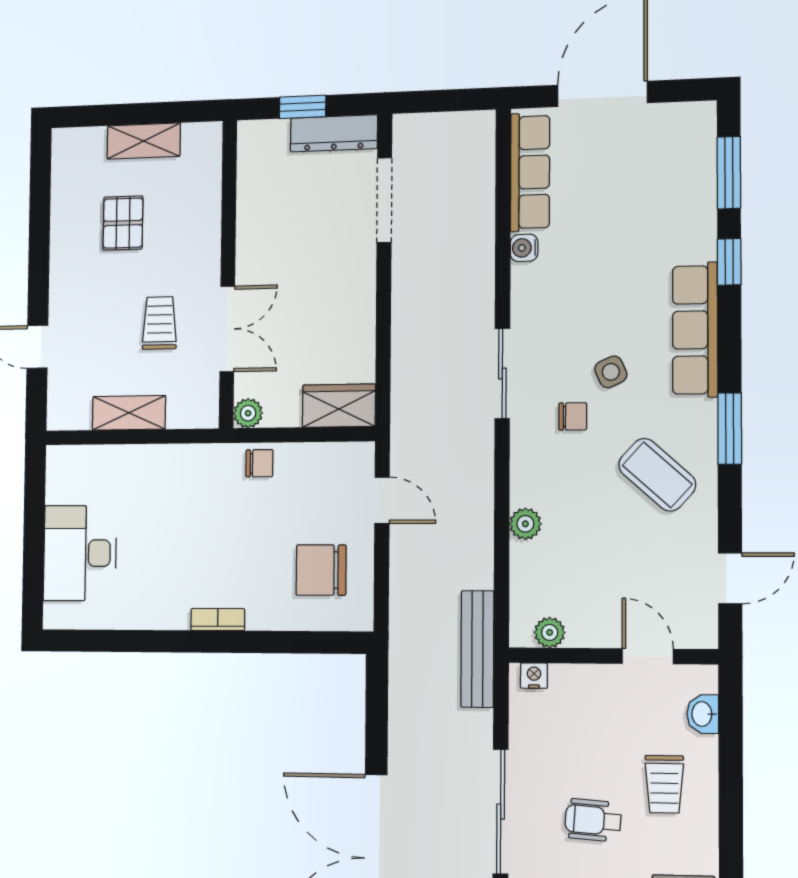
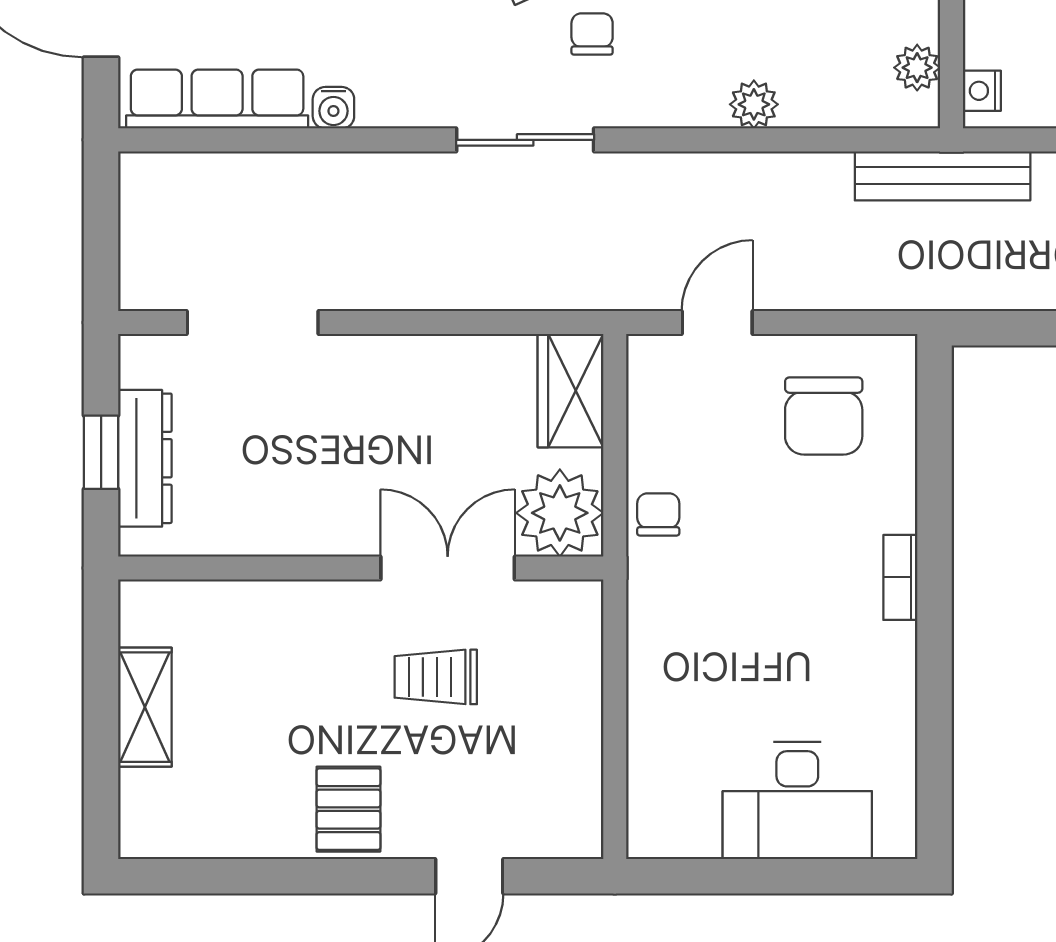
dresser: (334, 133) -> (145, 458), moved
pallet: (123, 223) -> (348, 809), moved, turned 90
shelving: (129, 413) -> (577, 724), removed
plant: (248, 413) -> (560, 513), width x1.88, depth x1.88

